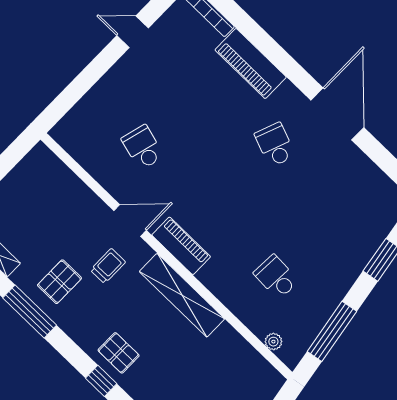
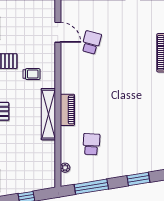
school desk: (275, 145) -> (143, 93), removed
door: (130, 221) -> (58, 32), moved
piano: (181, 246) -> (67, 110), moved

